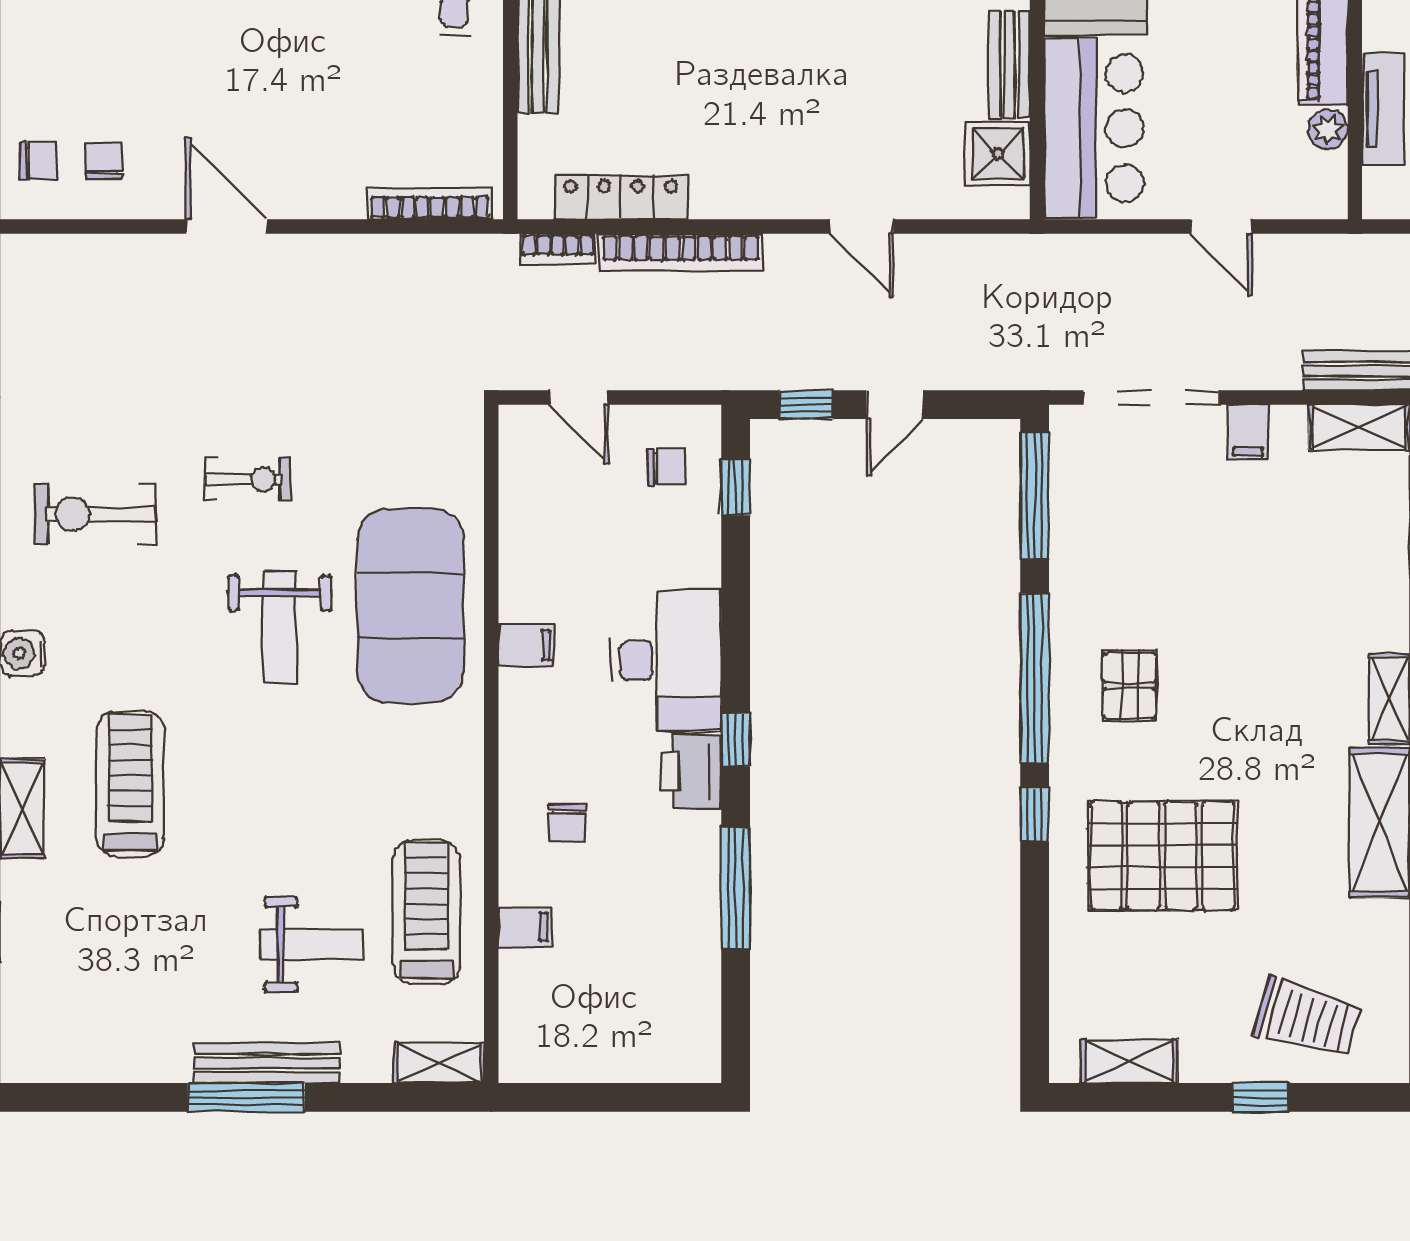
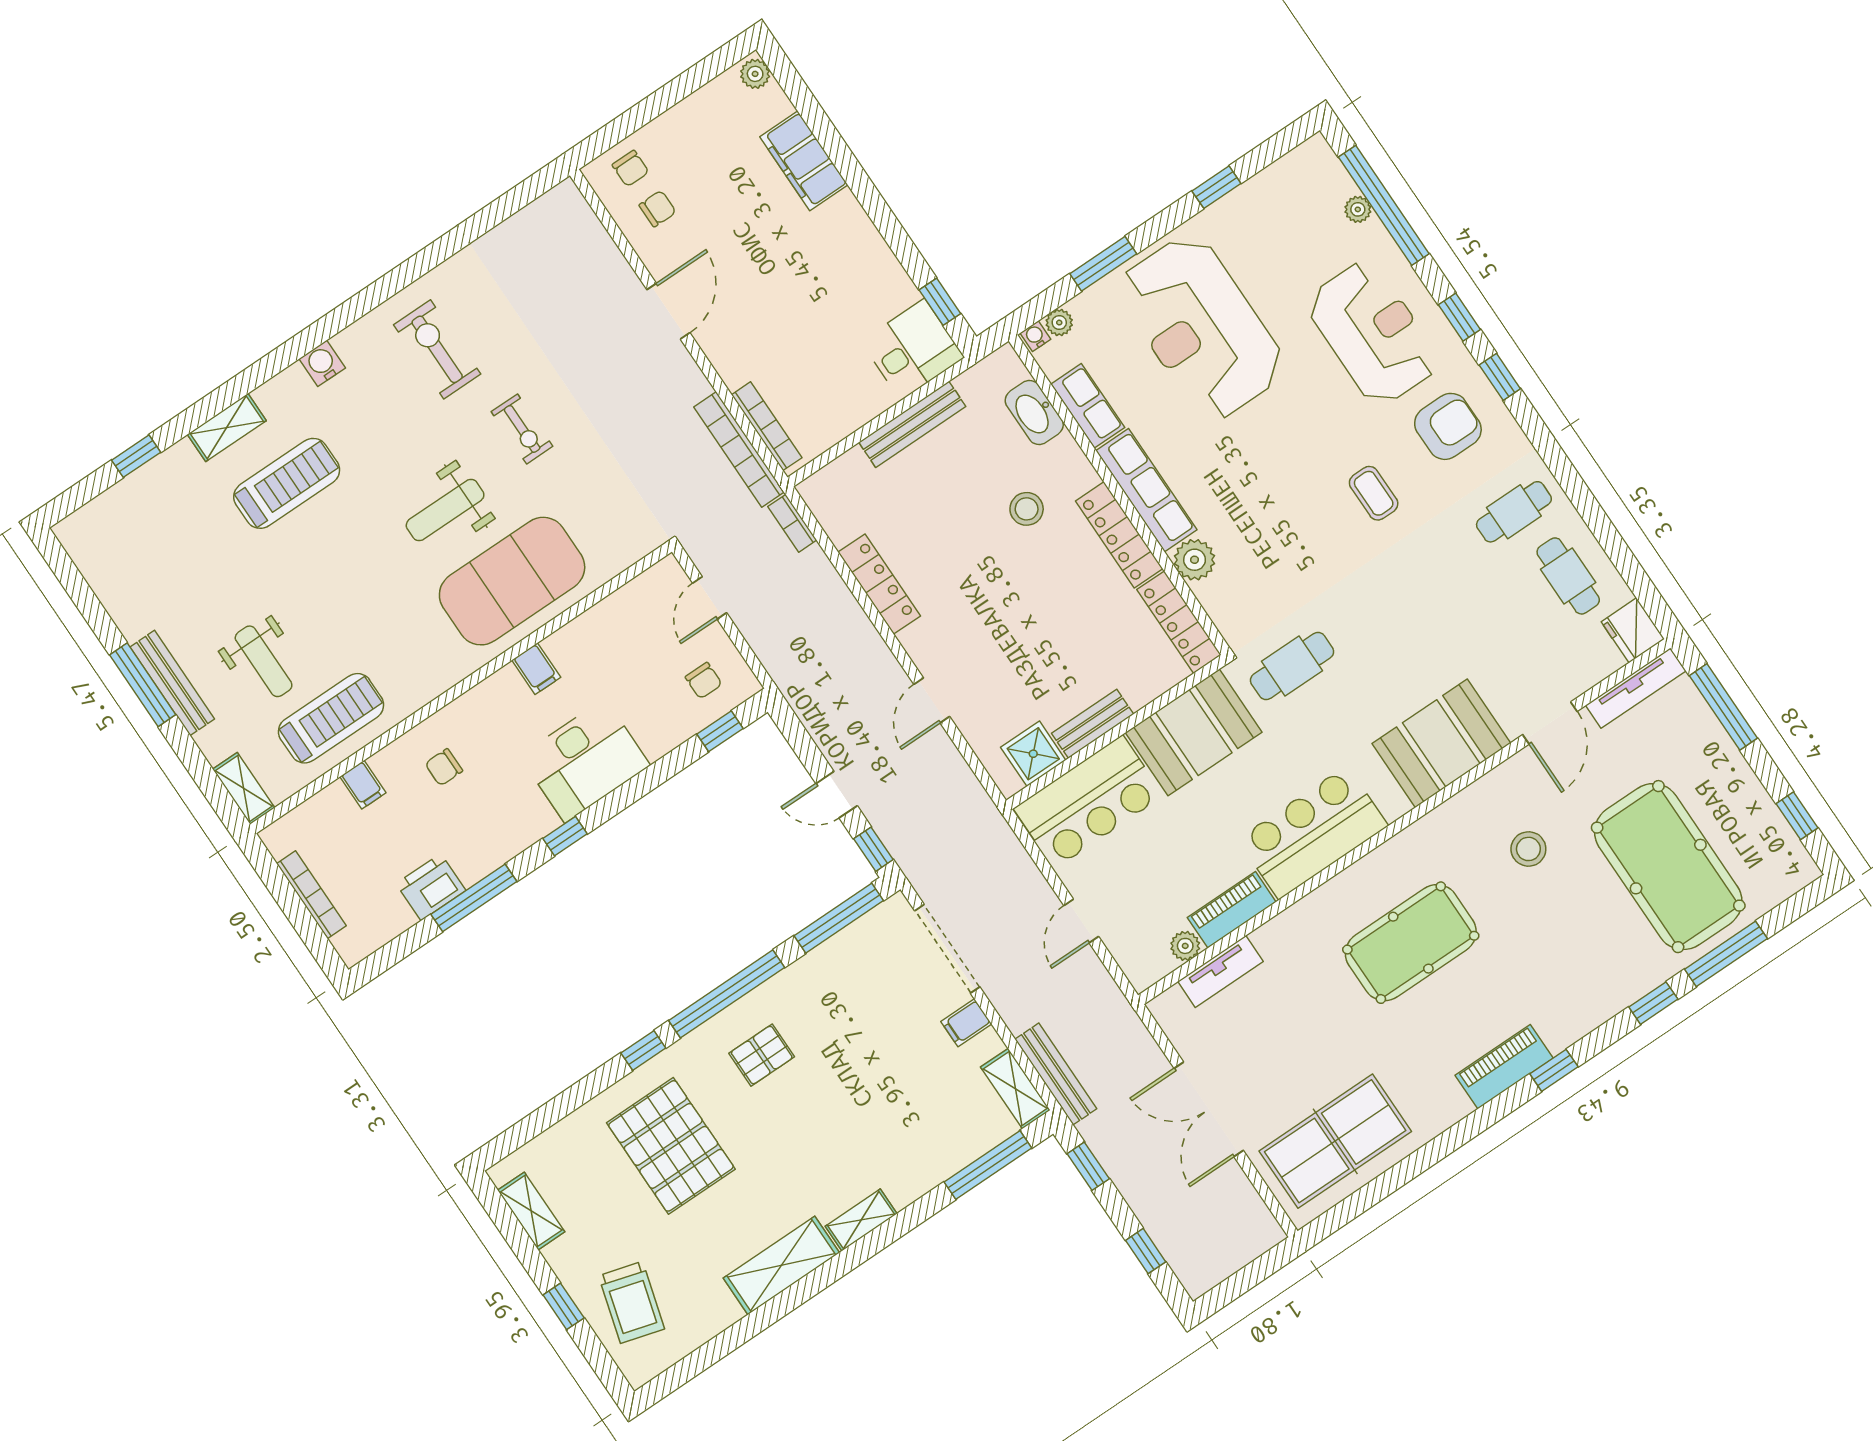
locker: (621, 197) -> (879, 584), moved
bookcase: (681, 252) -> (739, 449), moved
window: (806, 405) -> (873, 849), moved
printer: (691, 771) -> (431, 887), moved
bookcase: (609, 1067) -> (312, 895), added

